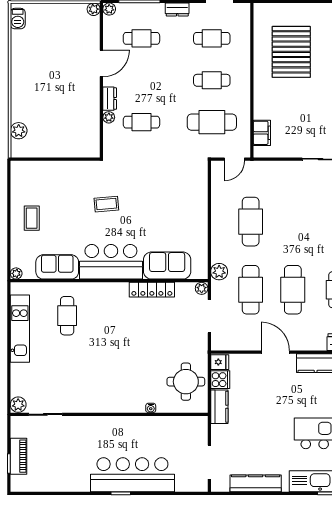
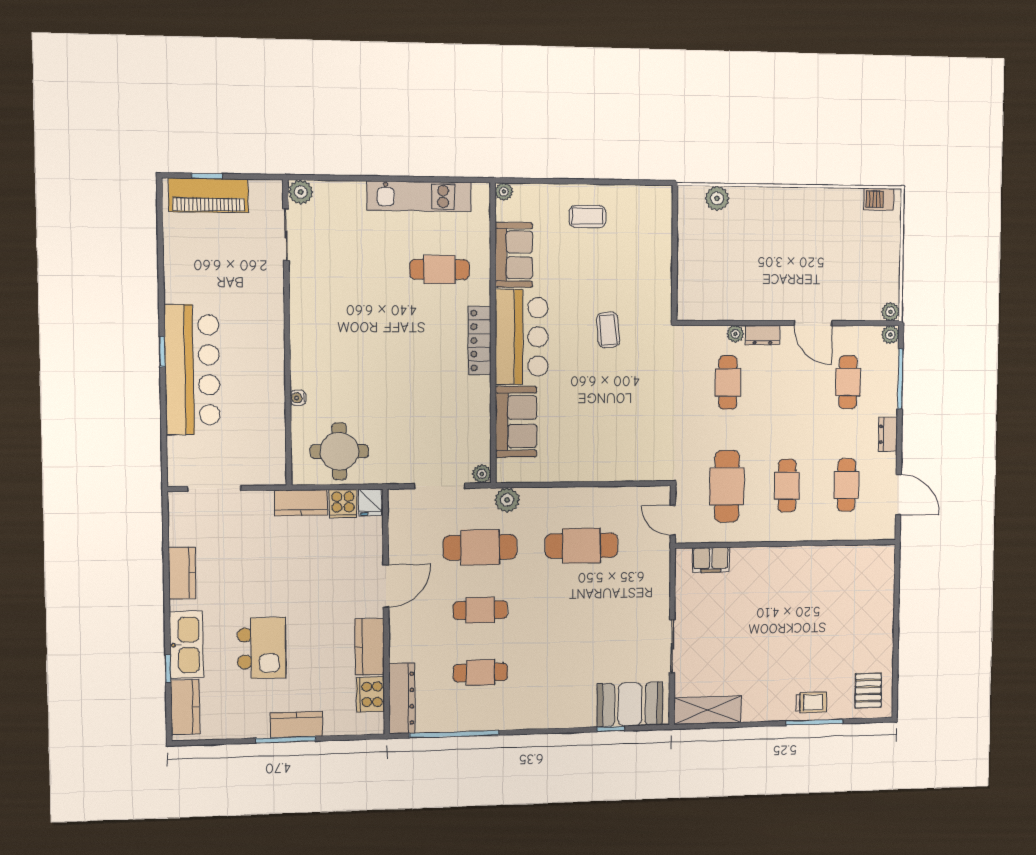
pallet: (291, 52) -> (826, 600), removed
locker: (152, 290) -> (480, 340), moved
cafe table: (293, 290) -> (480, 610), width x0.73, depth x0.74
piano: (18, 456) -> (208, 195), width x1.37, depth x1.33
kitchen counter: (256, 483) -> (182, 573), width x0.67

